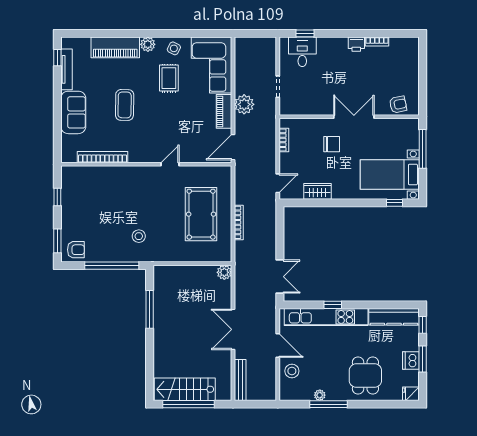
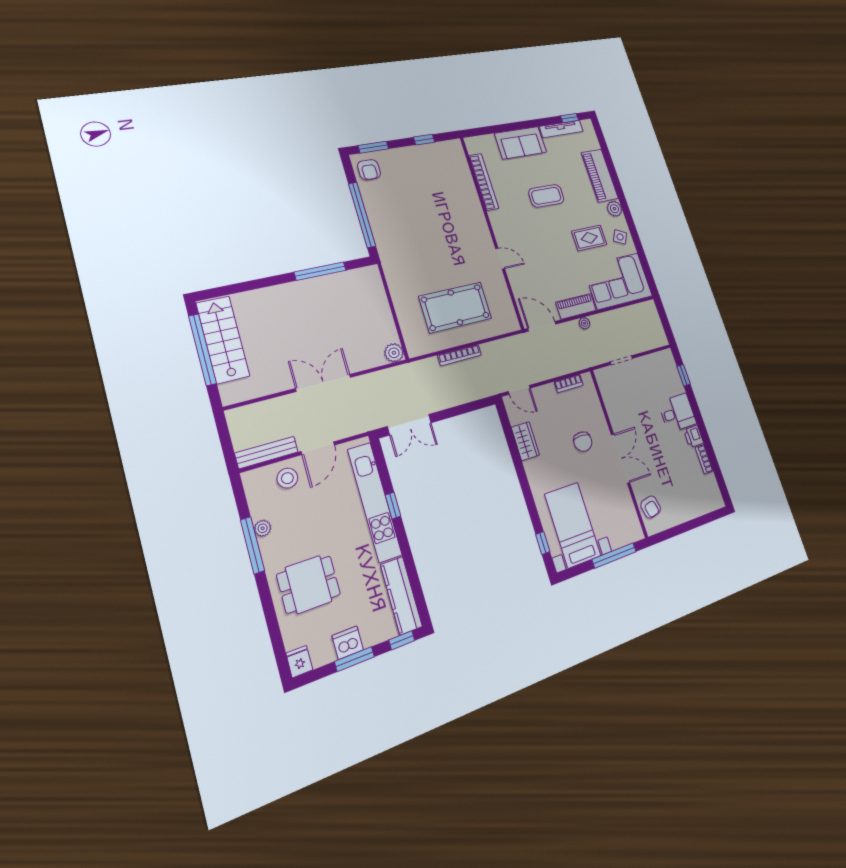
desk: (302, 52) -> (677, 413), moved
plant: (244, 104) -> (584, 323), width x0.53, depth x0.53
stool: (139, 236) -> (407, 240), removed
bench: (240, 380) -> (267, 452), moved

